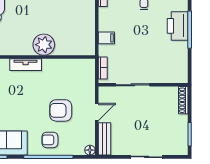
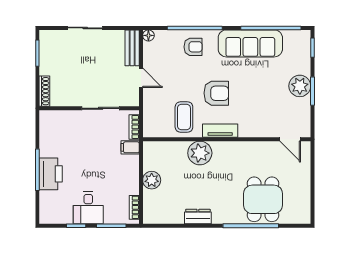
plant: (87, 20) -> (152, 180), added
filing cabinet: (106, 38) -> (130, 147), moved
coffee table: (58, 77) -> (184, 117), added
armchair: (61, 110) -> (216, 93), moved
door: (97, 112) -> (141, 78), swing flipped

